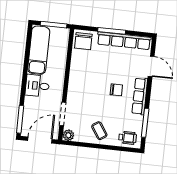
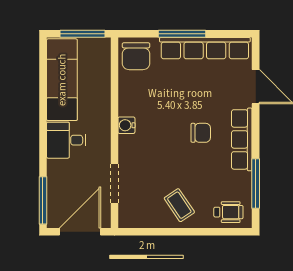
water cooler: (73, 81) -> (126, 125), added
plant: (68, 135) -> (128, 218), removed

